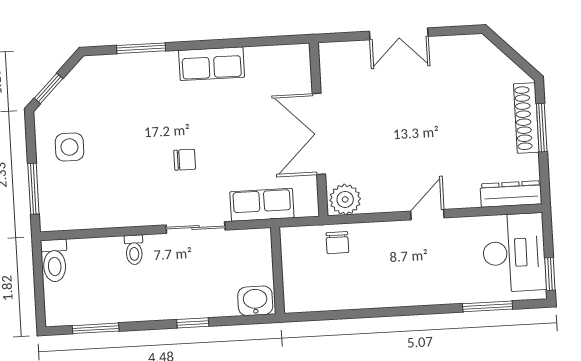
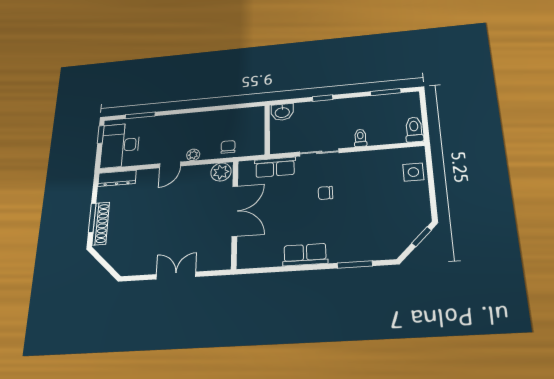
side table: (69, 147) -> (413, 172), moved
window: (33, 189) -> (430, 172), removed
plant: (392, 231) -> (193, 155), added

